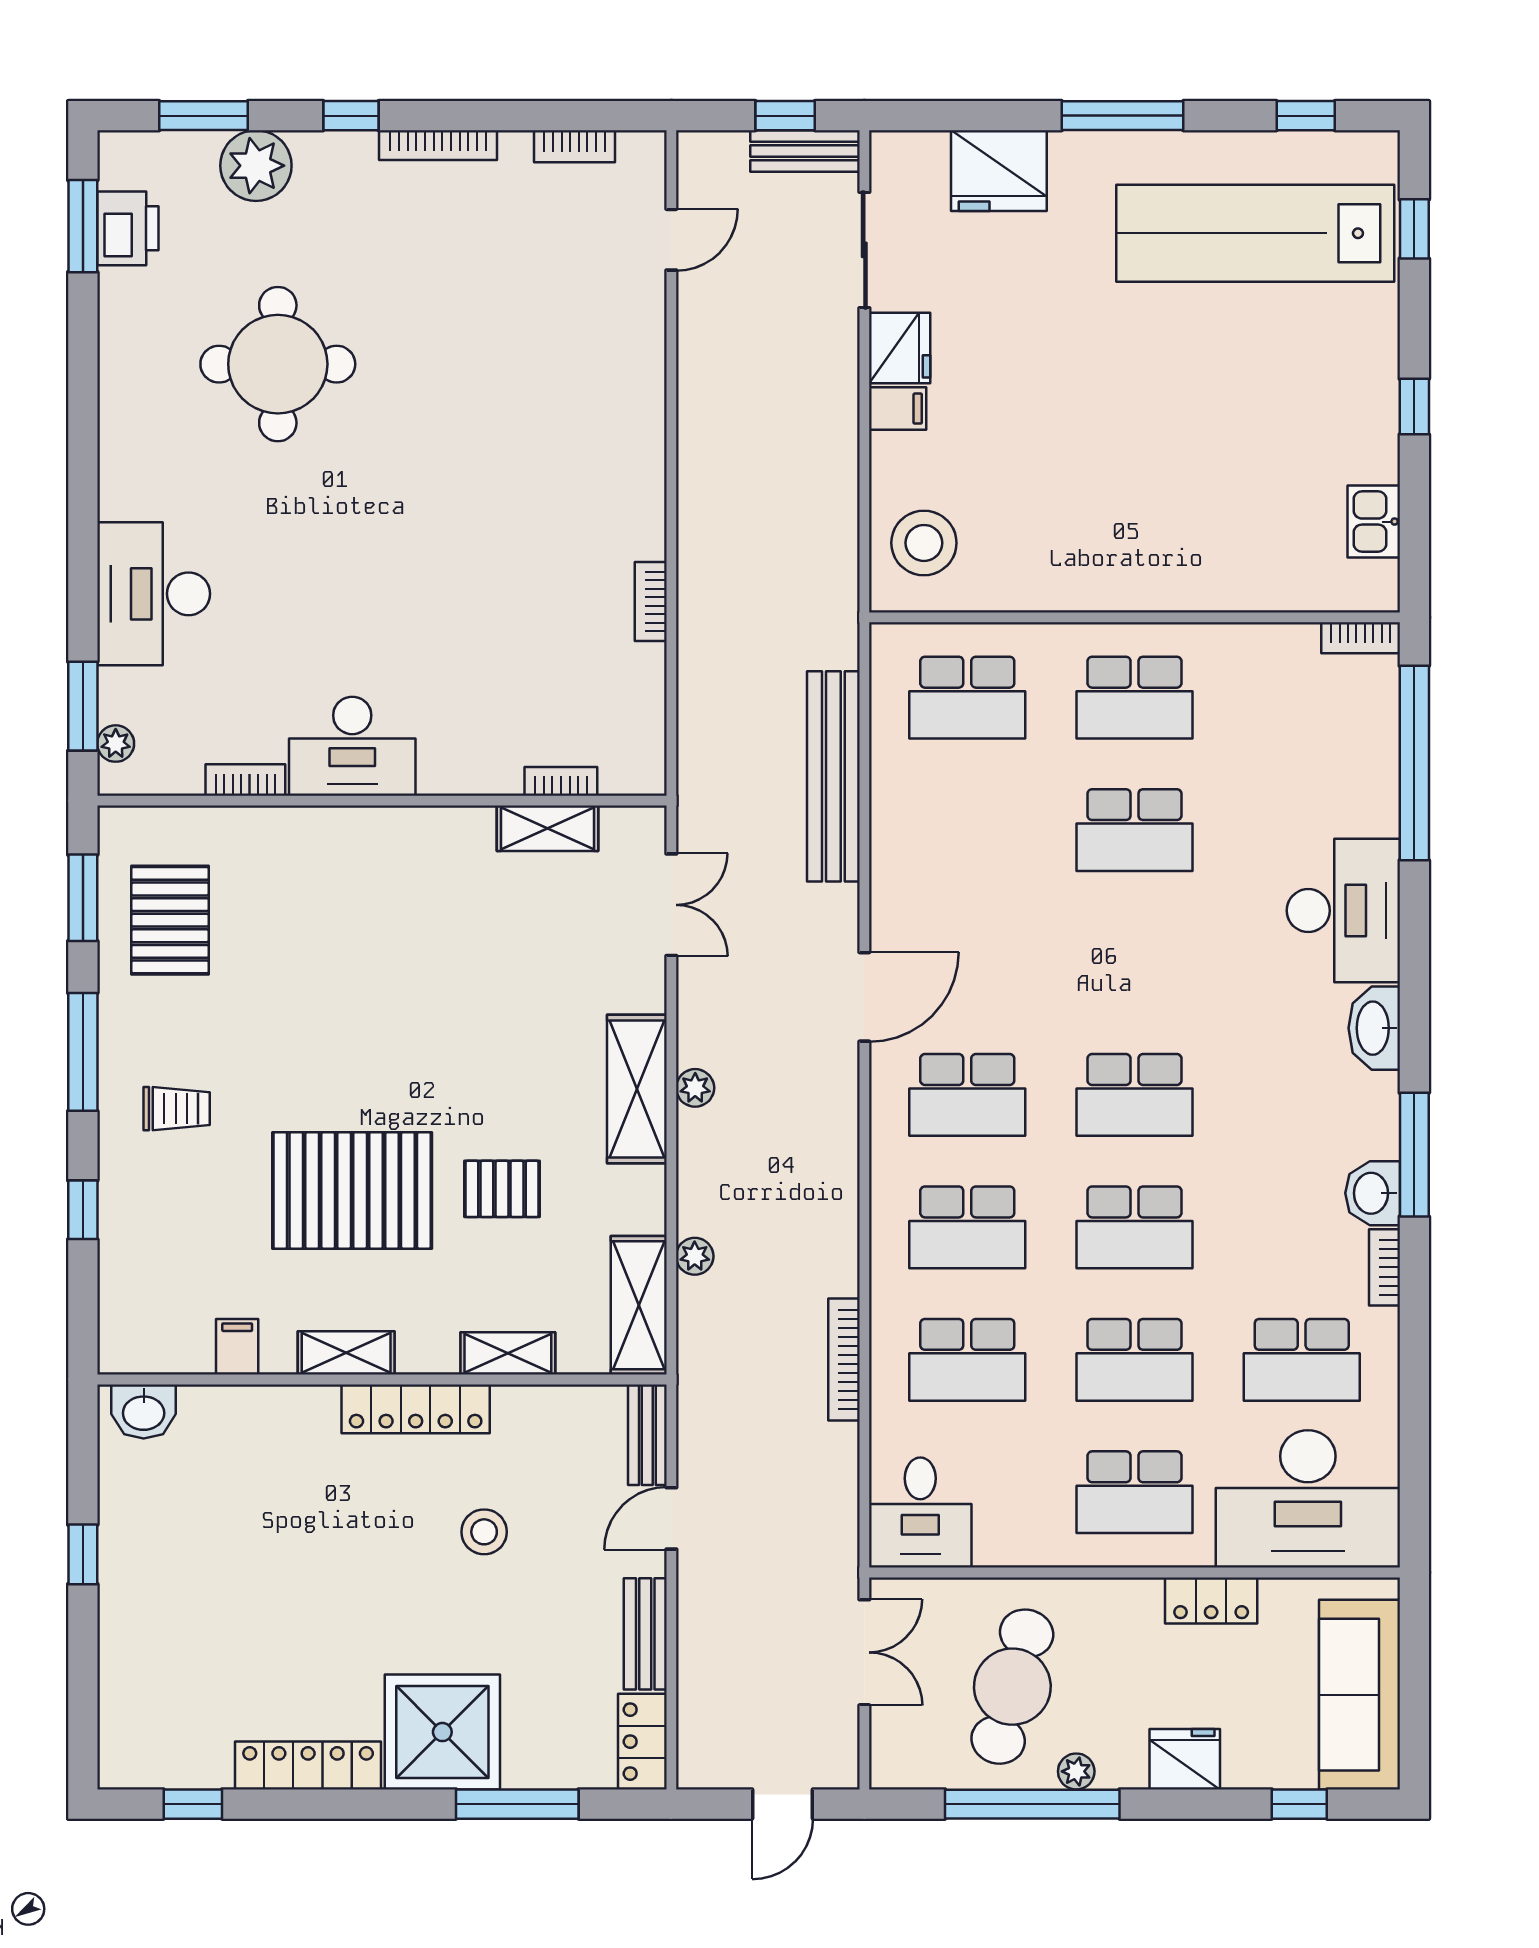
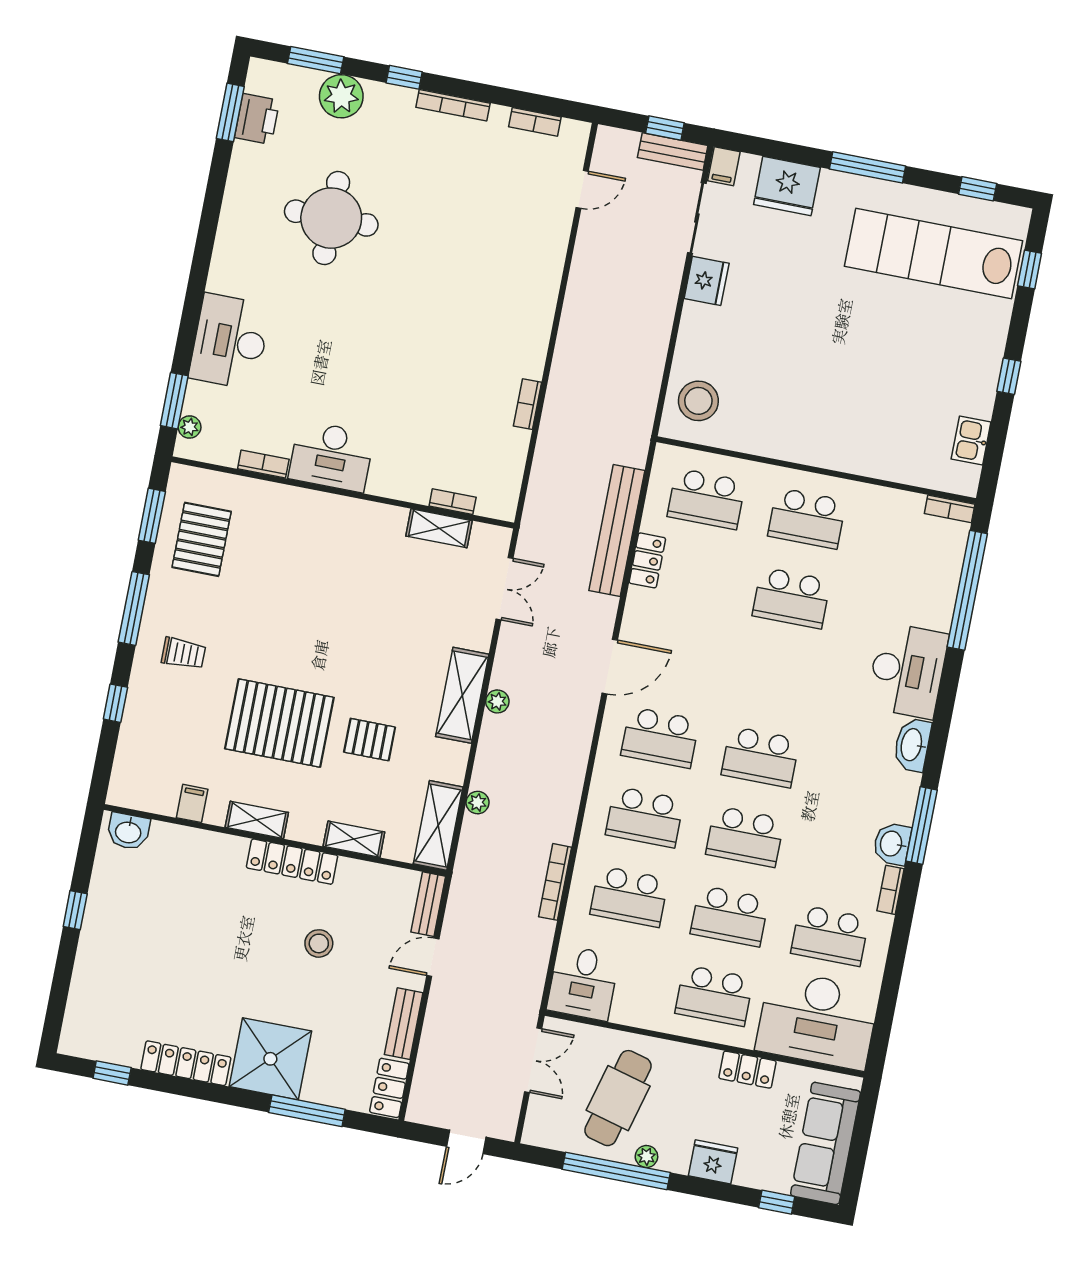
filing cabinet: (898, 409) -> (724, 166), moved, turned 90
locker: (892, 815) -> (647, 560), added

